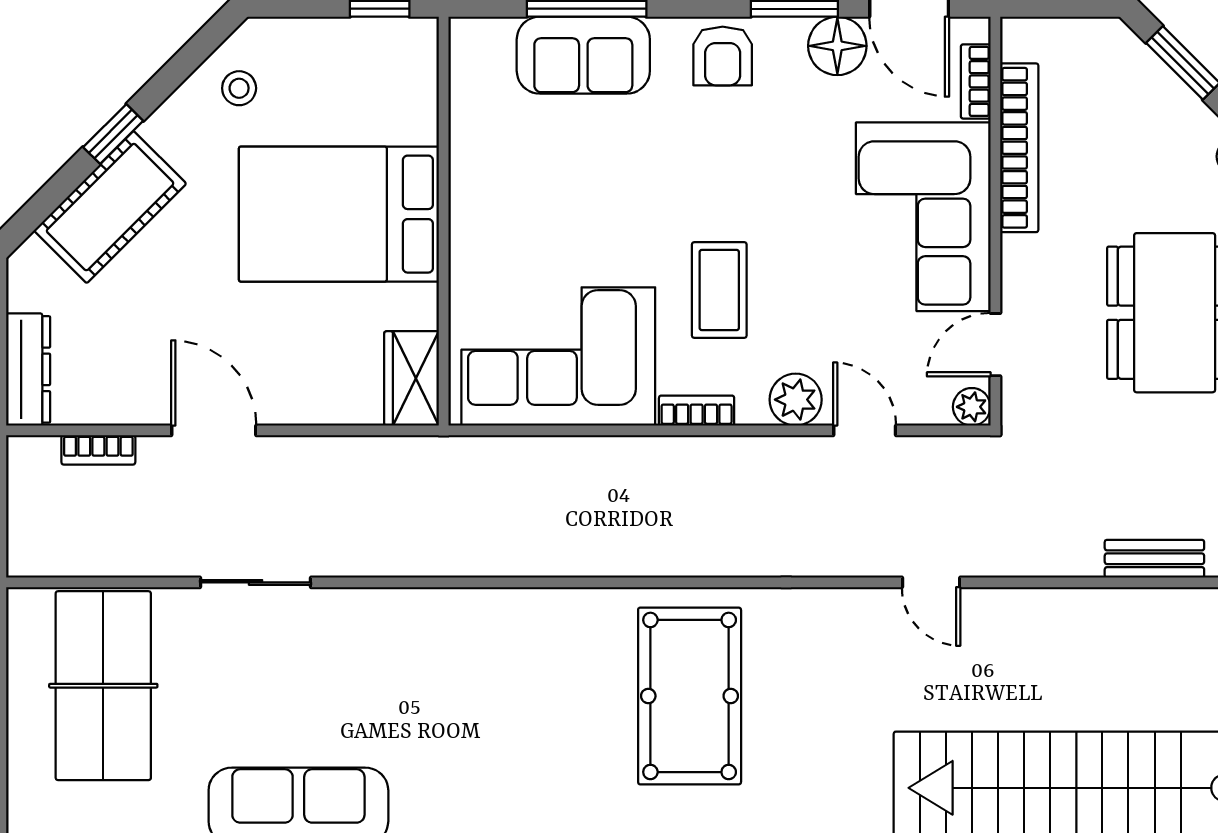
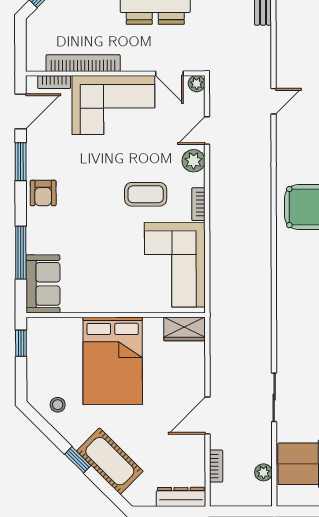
floor lamp: (837, 46) -> (39, 143), removed
sofa: (583, 55) -> (43, 284), moved
armchair: (723, 56) -> (43, 193), turned 90
plant: (84, 558) -> (263, 472), added

